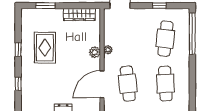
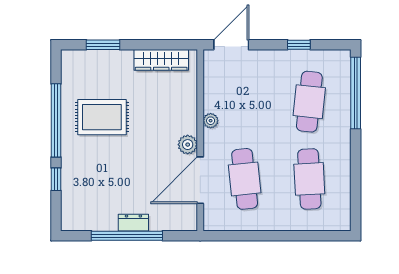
rug: (45, 48) -> (102, 117), turned 90
window: (18, 50) -> (56, 120), width x3.17
plant: (95, 52) -> (188, 145), moved

